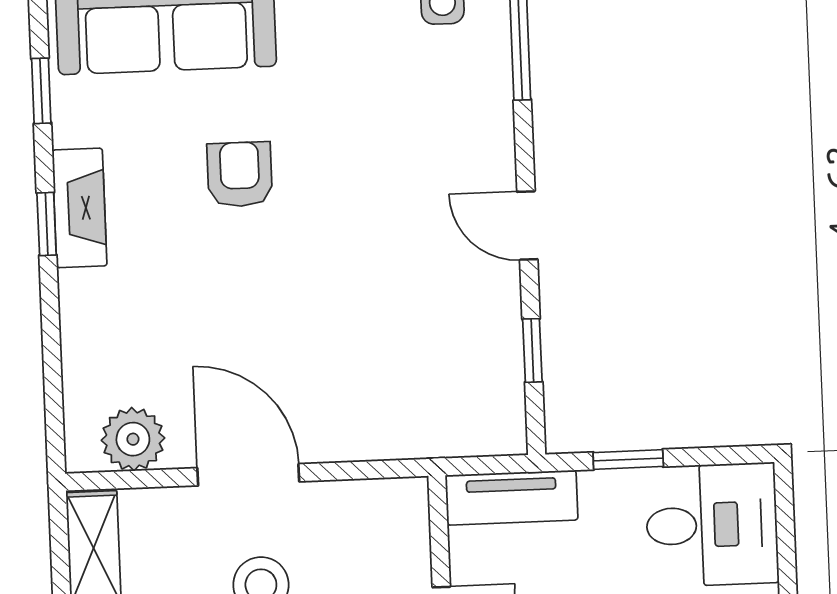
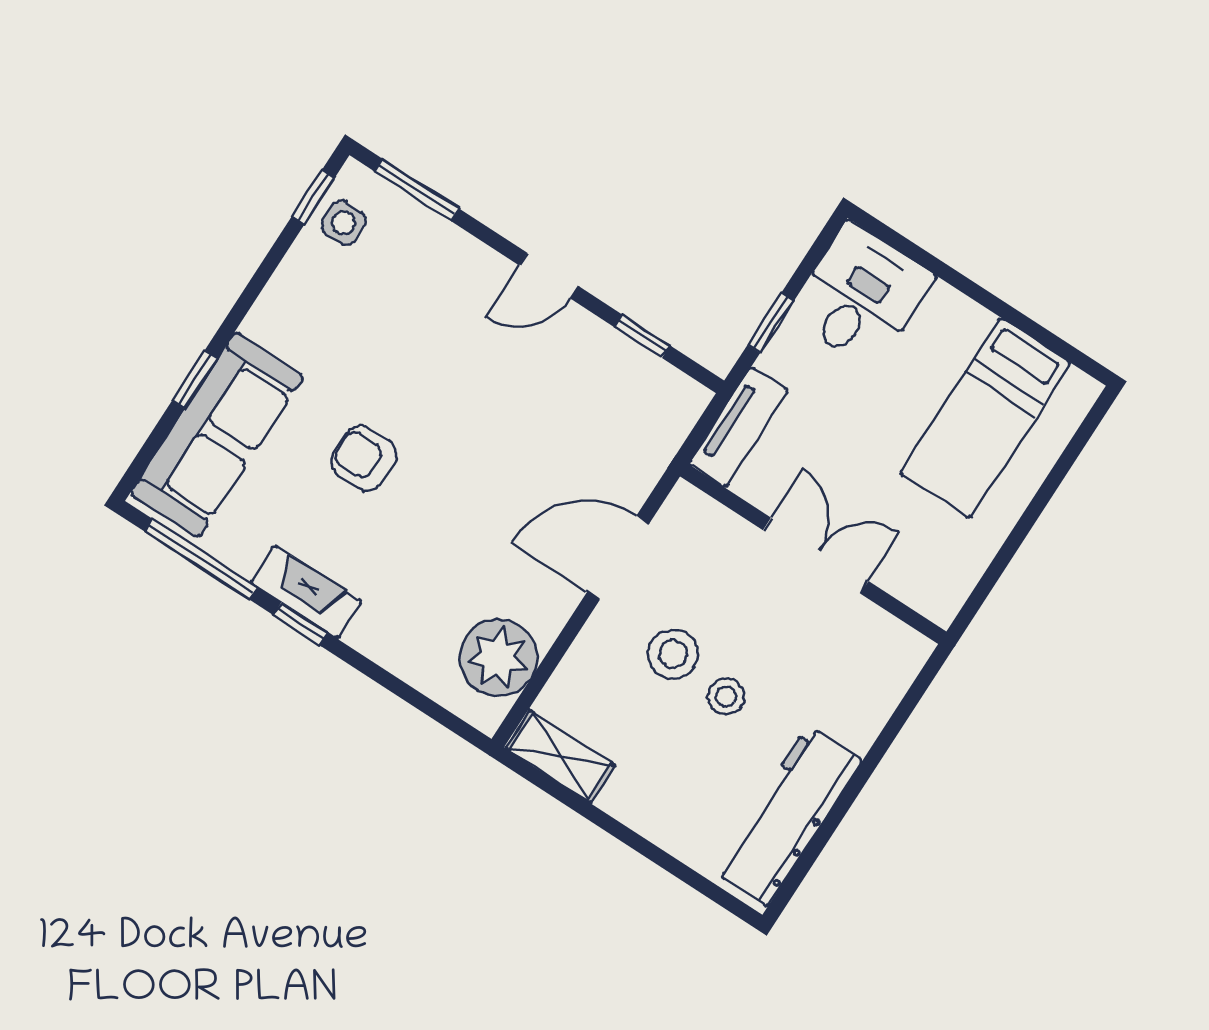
window: (41, 91) -> (201, 559), width x2.17
plant: (133, 439) -> (498, 658), width x1.36, depth x1.36
door: (248, 475) -> (618, 558), moved

